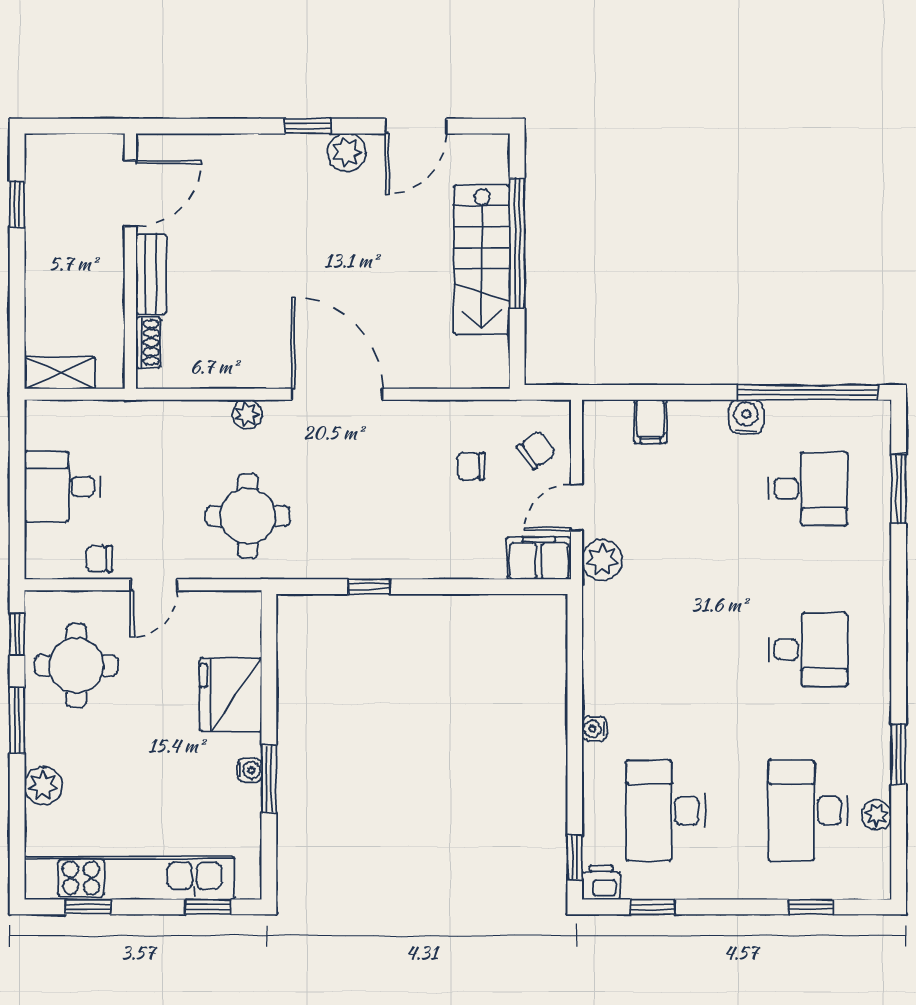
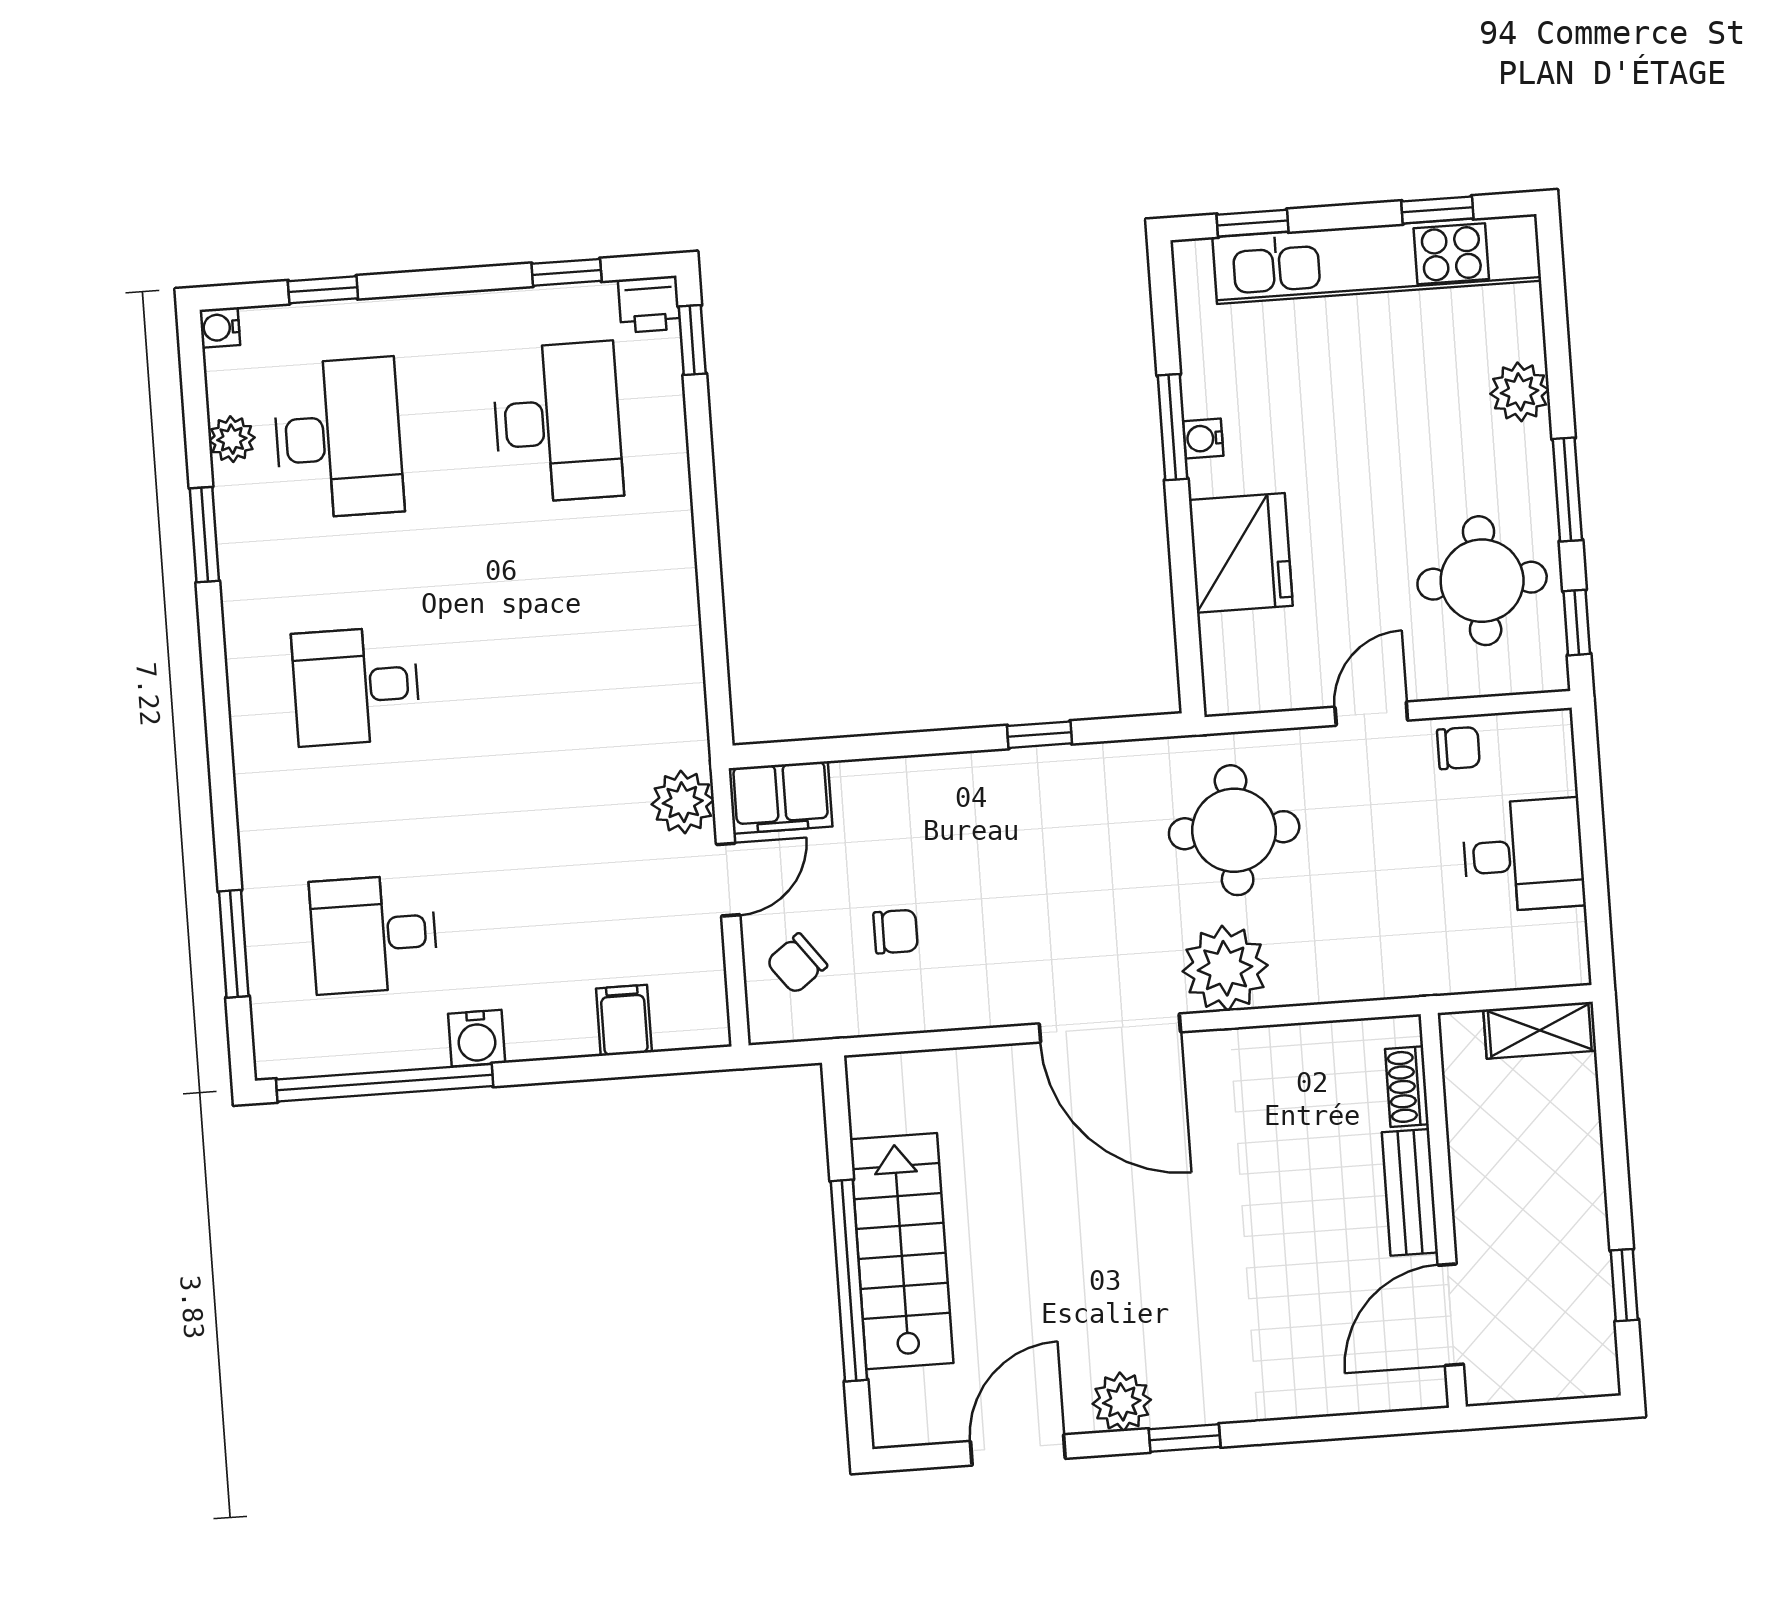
plant: (247, 414) -> (1225, 968), width x1.87, depth x1.87
water cooler: (594, 729) -> (220, 327), moved, turned 180

